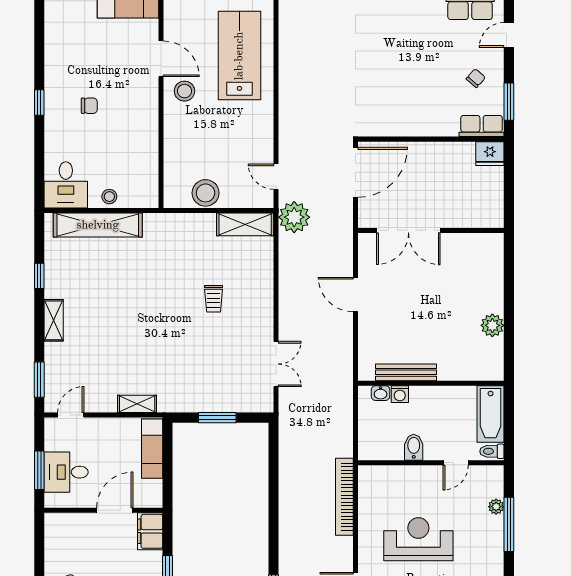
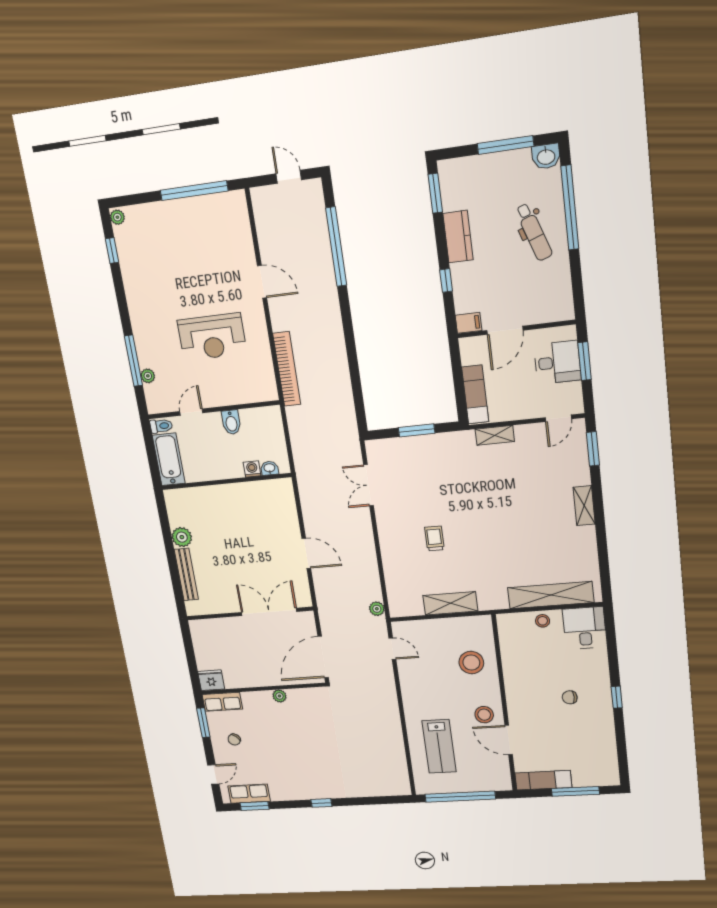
lab bench: (239, 56) -> (439, 746), width x0.73, depth x0.72
plant: (413, 129) -> (279, 696), added
stool: (206, 193) -> (471, 663), moved
plant: (294, 217) -> (377, 609), width x0.53, depth x0.53
shelving: (245, 224) -> (450, 603), moved
window: (39, 276) -> (602, 545), removed
bench: (406, 372) -> (186, 574), moved, turned 90
filing cabinet: (150, 531) -> (469, 323), width x0.50

